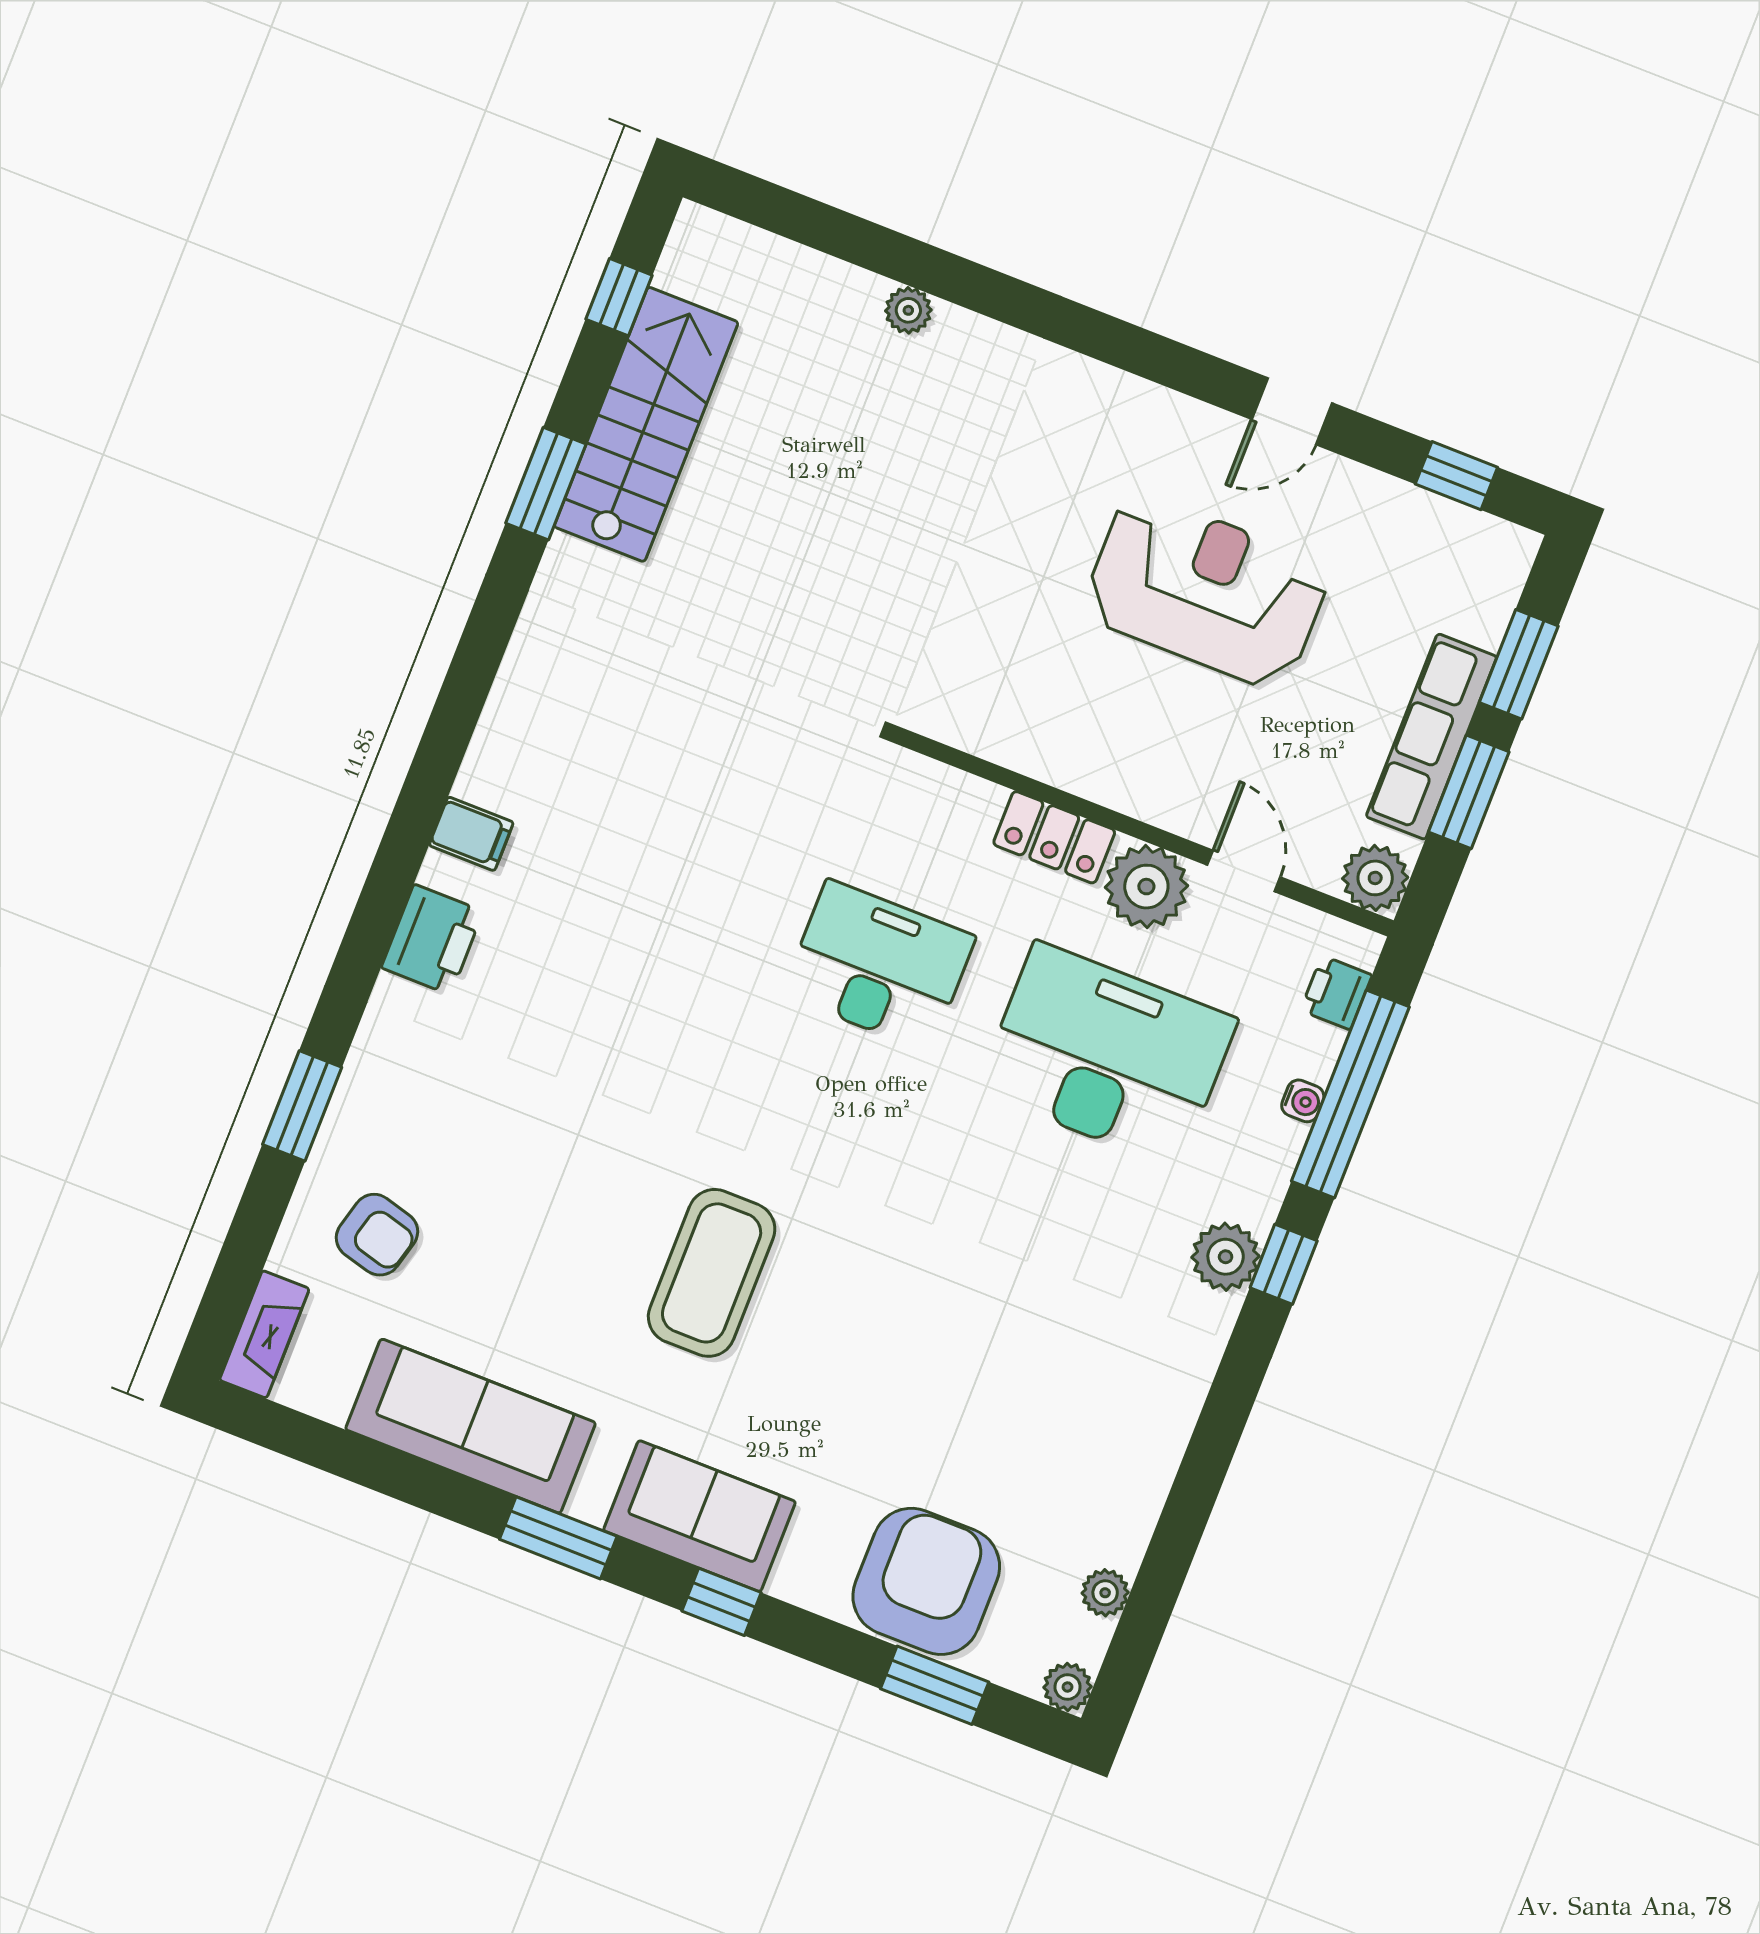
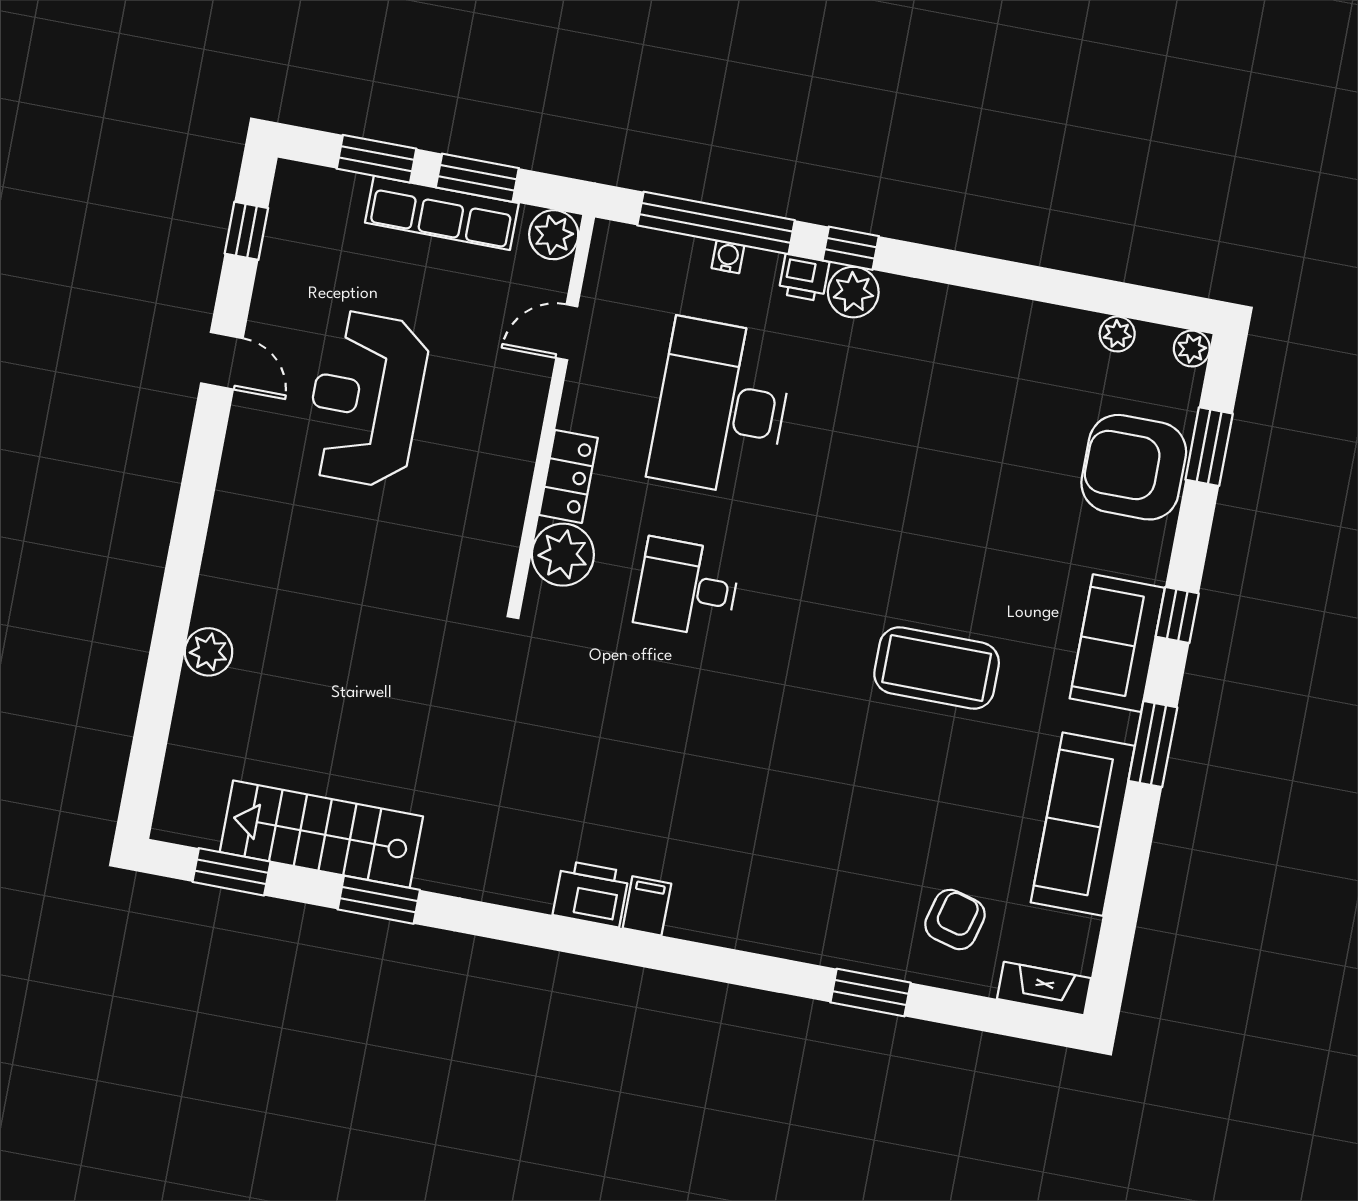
window: (619, 297) -> (231, 872), width x1.50
plant: (908, 310) -> (208, 652), width x1.38, depth x1.38
plant: (1146, 887) -> (563, 555), moved
printer: (432, 939) -> (591, 894), moved
desk: (879, 966) -> (687, 588), width x0.73
printer: (1336, 993) -> (804, 278), moved

